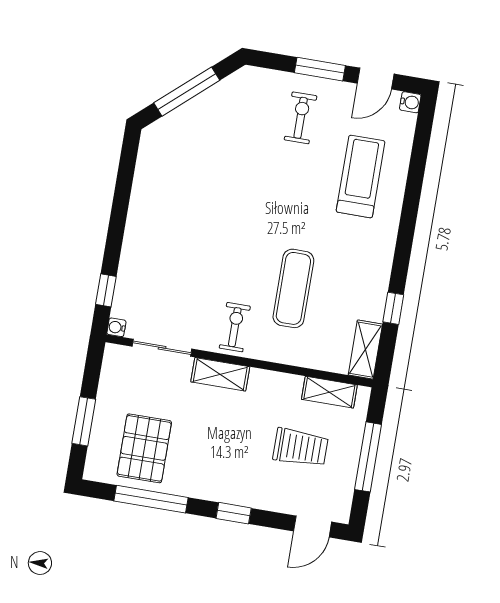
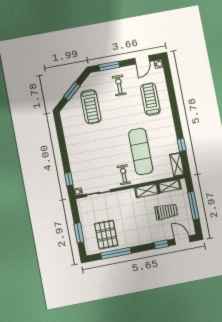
window: (320, 69) -> (109, 66), moved
window: (187, 92) -> (72, 91), width x0.69
treadmill: (217, 143) -> (91, 107), added
exercise mat: (293, 288) -> (141, 151), width x1.36, depth x1.45
shelving: (220, 374) -> (147, 191), moved
window: (234, 513) -> (161, 244), moved
door: (313, 526) -> (182, 240), swing flipped

